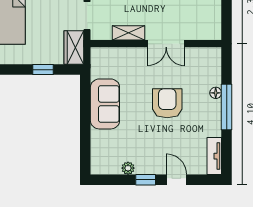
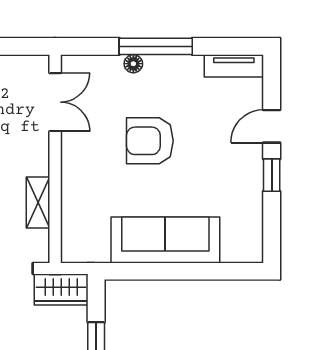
double door: (166, 44) -> (55, 102), moved
sofa: (105, 104) -> (165, 240), width x1.36
plant: (128, 168) -> (253, 203), removed

